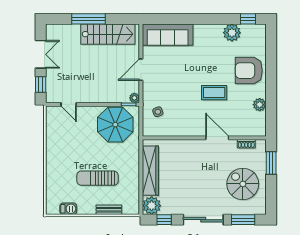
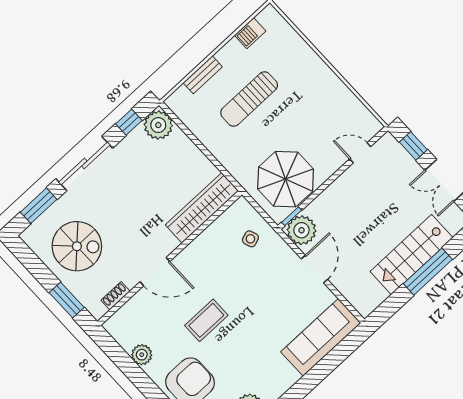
stairs: (108, 34) -> (412, 255), moved
plant: (134, 98) -> (302, 230), width x1.87, depth x1.87
wardrobe: (150, 171) -> (202, 208), moved, turned 90
sun lounger: (97, 178) -> (249, 99), turned 180

